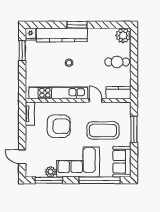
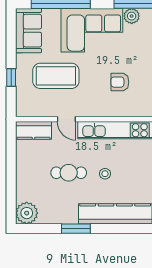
window: (77, 25) -> (76, 229), moved
cafe table: (117, 62) -> (69, 173), moved
armchair: (59, 126) -> (120, 82), width x0.53, depth x0.53
window: (134, 129) -> (11, 77), width x0.46

